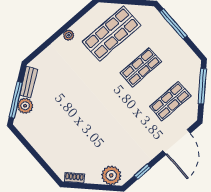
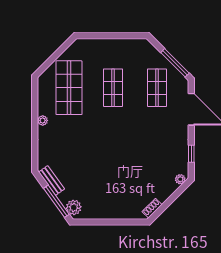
window: (173, 24) -> (102, 36), removed
window: (202, 86) -> (175, 63), moved
plant: (25, 106) -> (74, 207), moved
plant: (111, 175) -> (180, 179), width x0.53, depth x0.53

